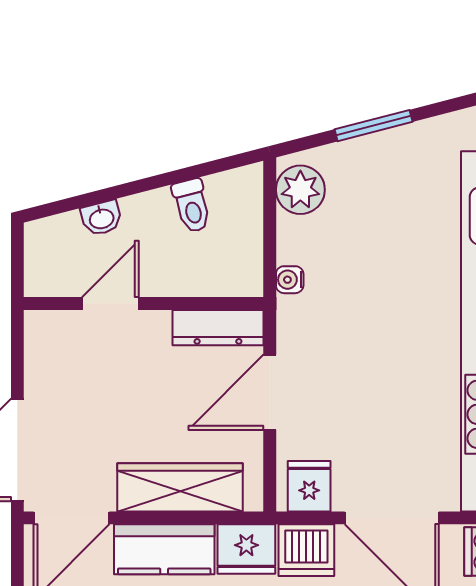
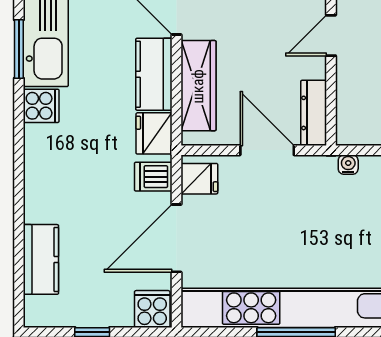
door: (110, 303) -> (331, 35), swing flipped
dishwasher: (306, 550) -> (153, 177), width x0.73

